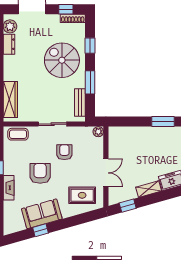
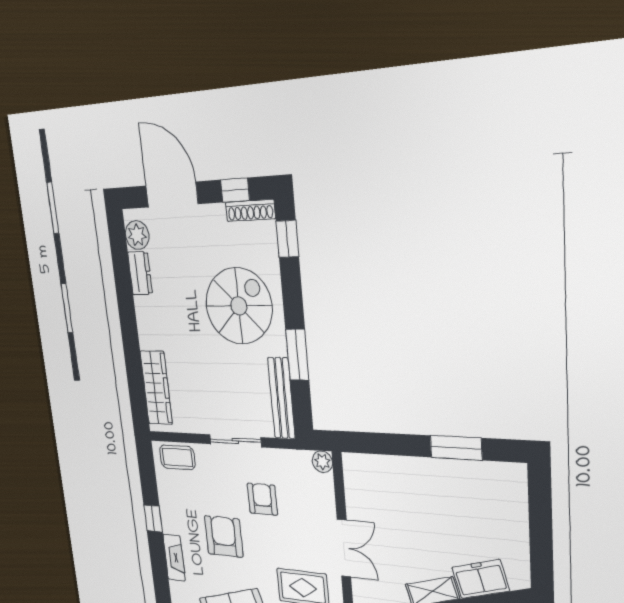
window: (90, 46) -> (287, 239), moved
spiral stairs: (62, 60) -> (239, 306), turned 90
bench: (80, 103) -> (281, 398), width x1.36

